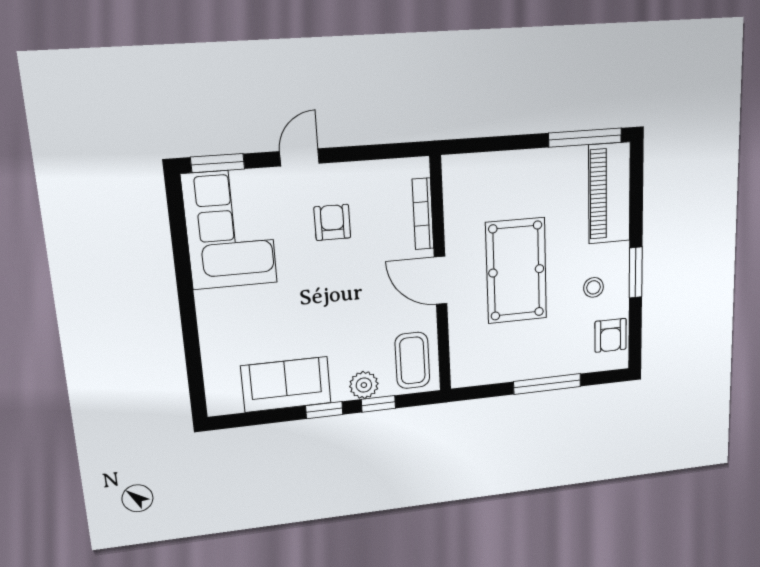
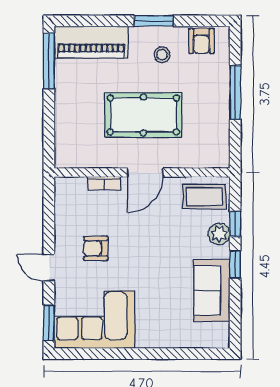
bookcase: (423, 214) -> (104, 183), width x0.64
armchair: (611, 335) -> (201, 41), turned 90

